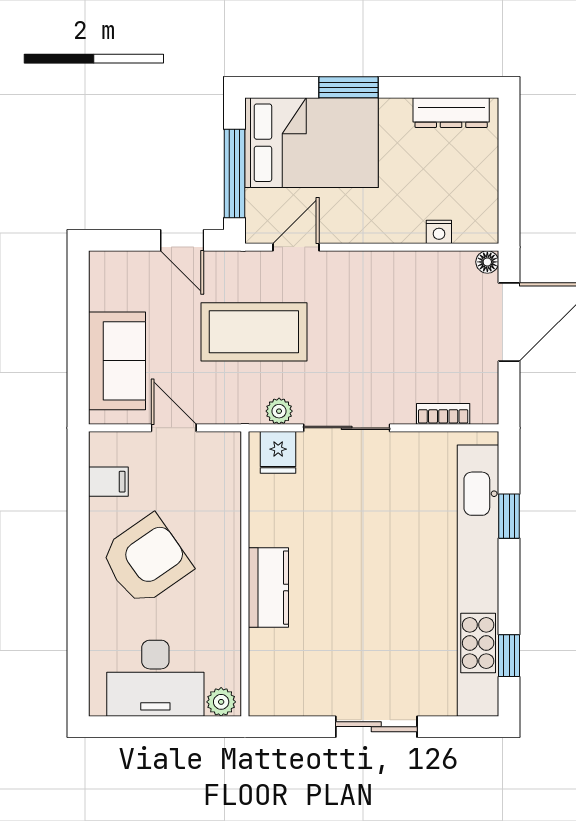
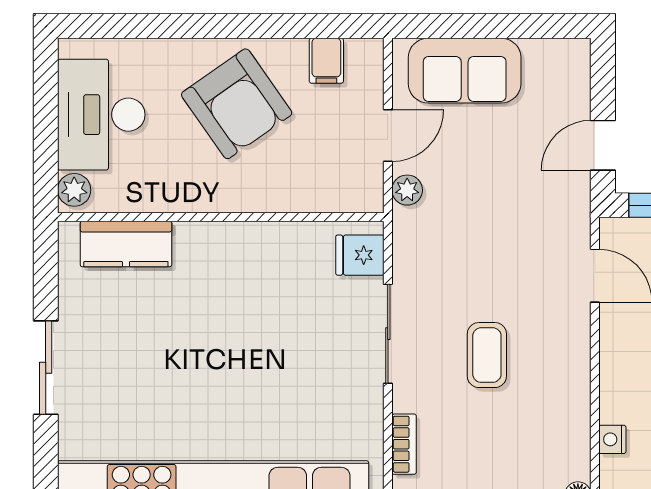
coffee table: (254, 332) -> (487, 355), moved, width x0.54, depth x0.58
plant: (279, 411) -> (407, 190), moved
kitchen counter: (268, 588) -> (126, 244), moved

